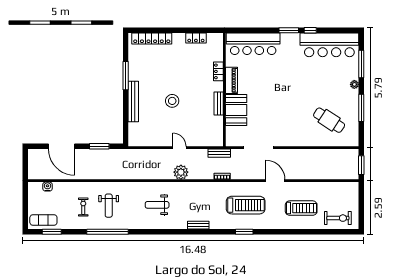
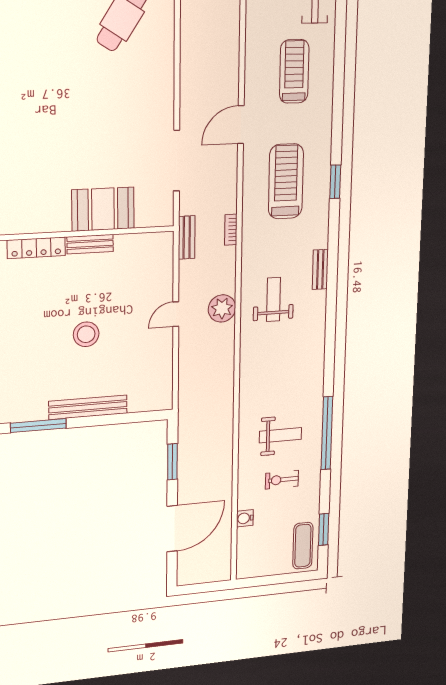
locker: (218, 71) -> (36, 248), width x1.53
piano: (231, 80) -> (44, 221), removed
water cooler: (47, 187) -> (245, 518), moved
weight bench: (157, 205) -> (273, 299), moved, turned 180

